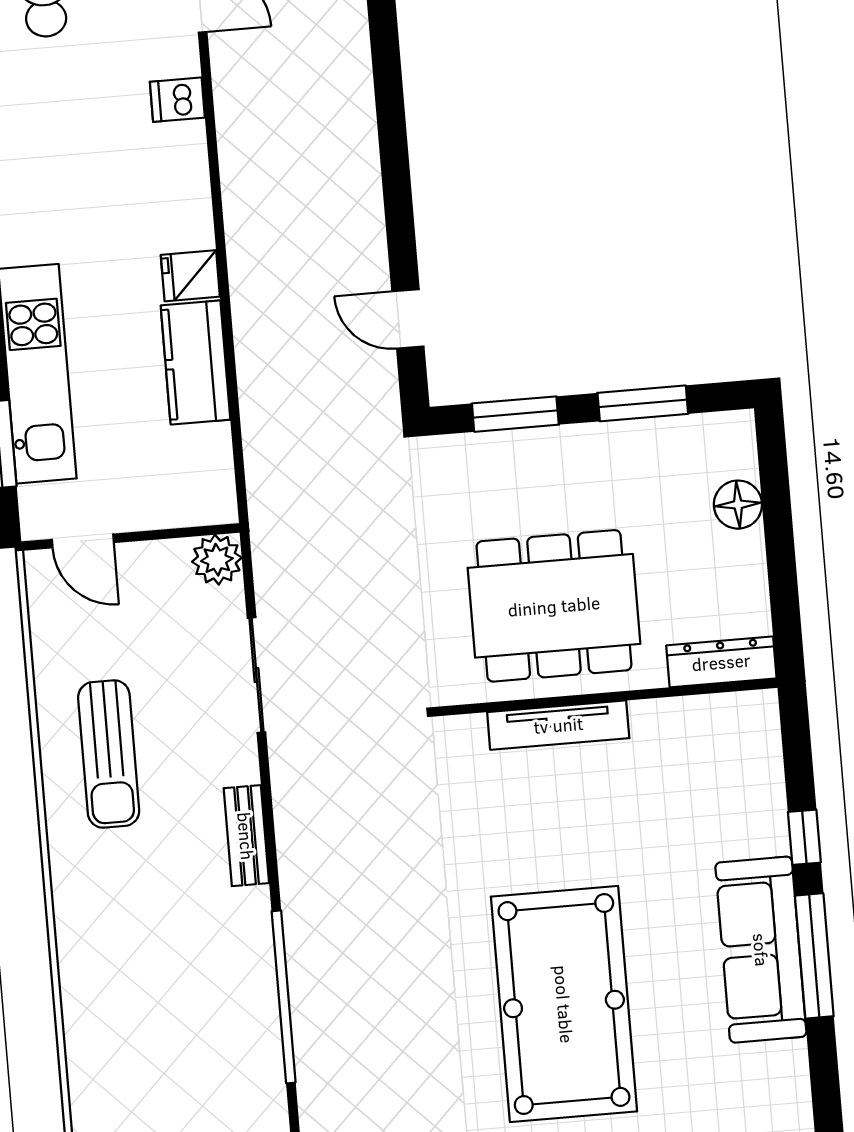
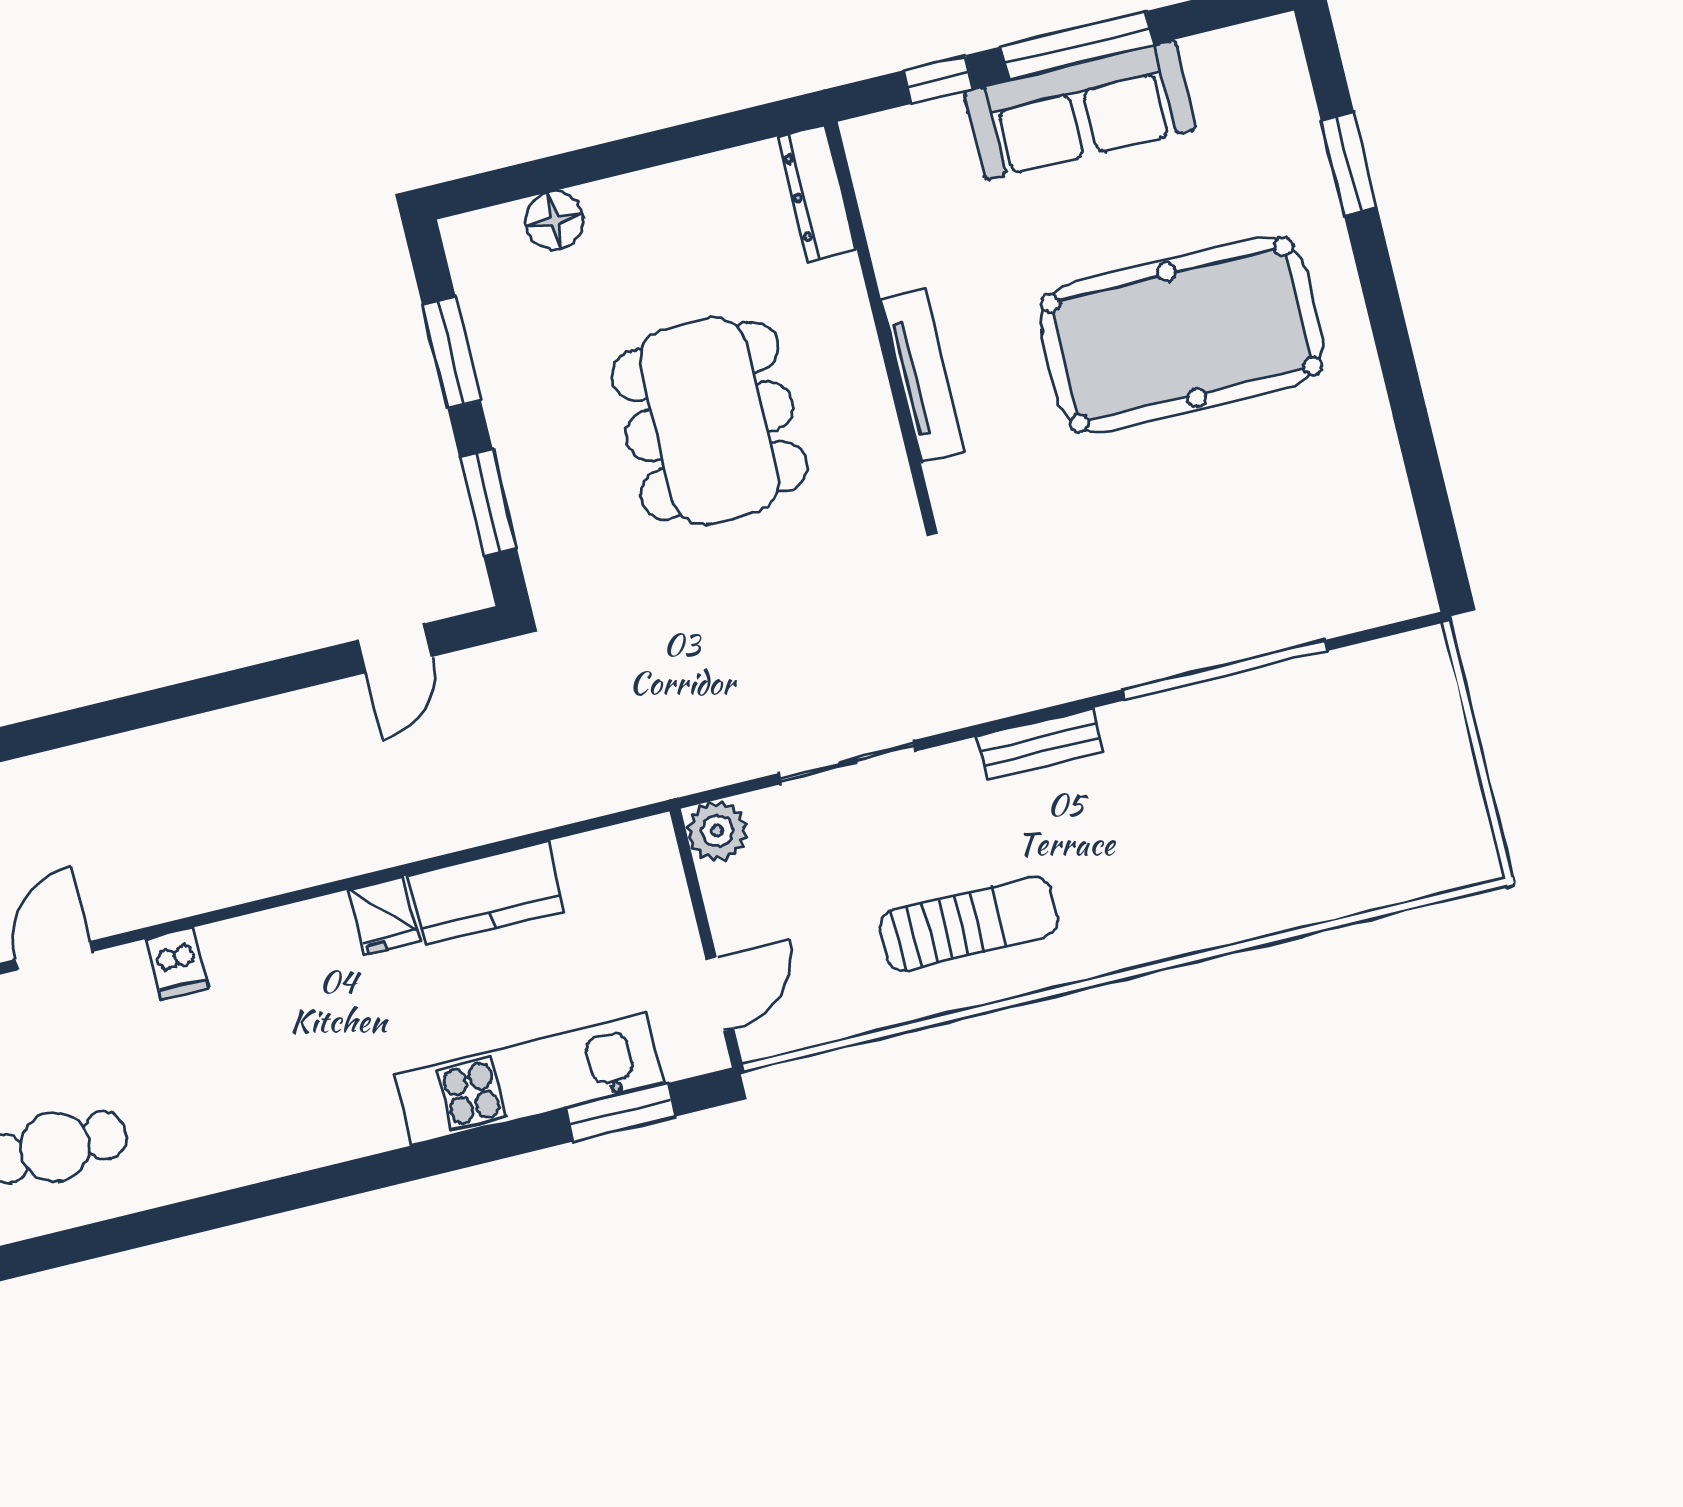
dresser: (721, 662) -> (817, 193), moved
wall: (607, 697) -> (881, 323), moved
tv unit: (558, 725) -> (923, 376), moved

